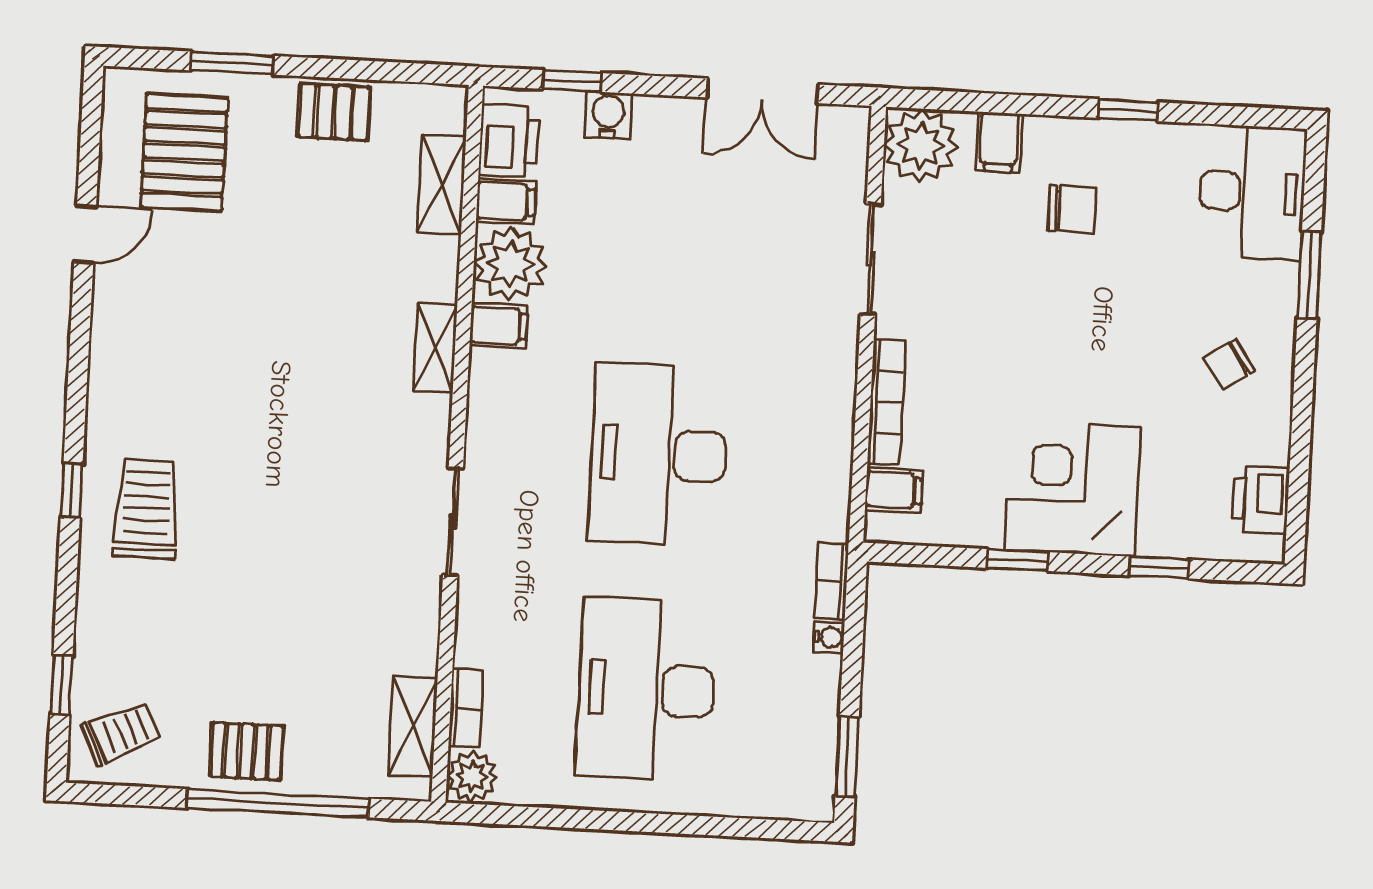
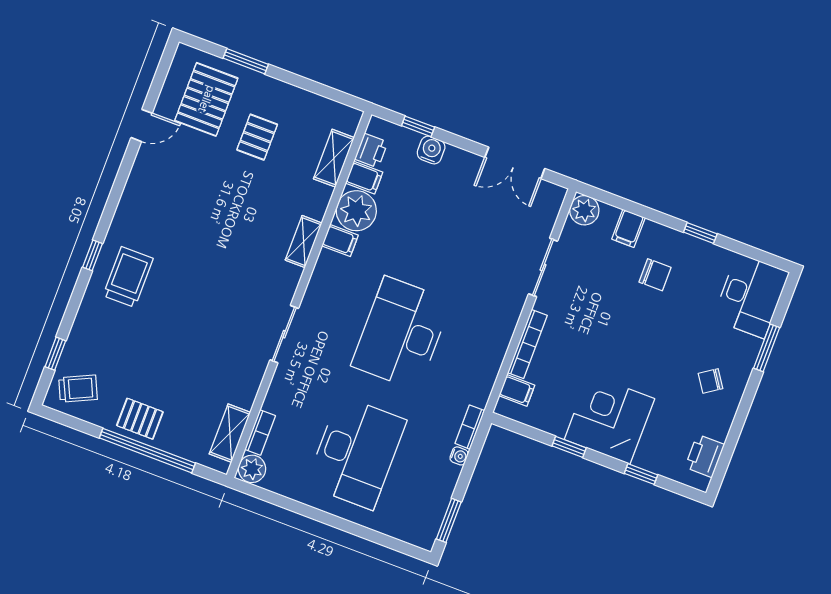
pallet: (334, 112) -> (257, 137), moved, turned 90
printer: (509, 141) -> (371, 151), width x0.73, depth x0.81
plant: (921, 146) -> (584, 210), width x0.73, depth x0.73
desk: (646, 690) -> (356, 453), turned 180

